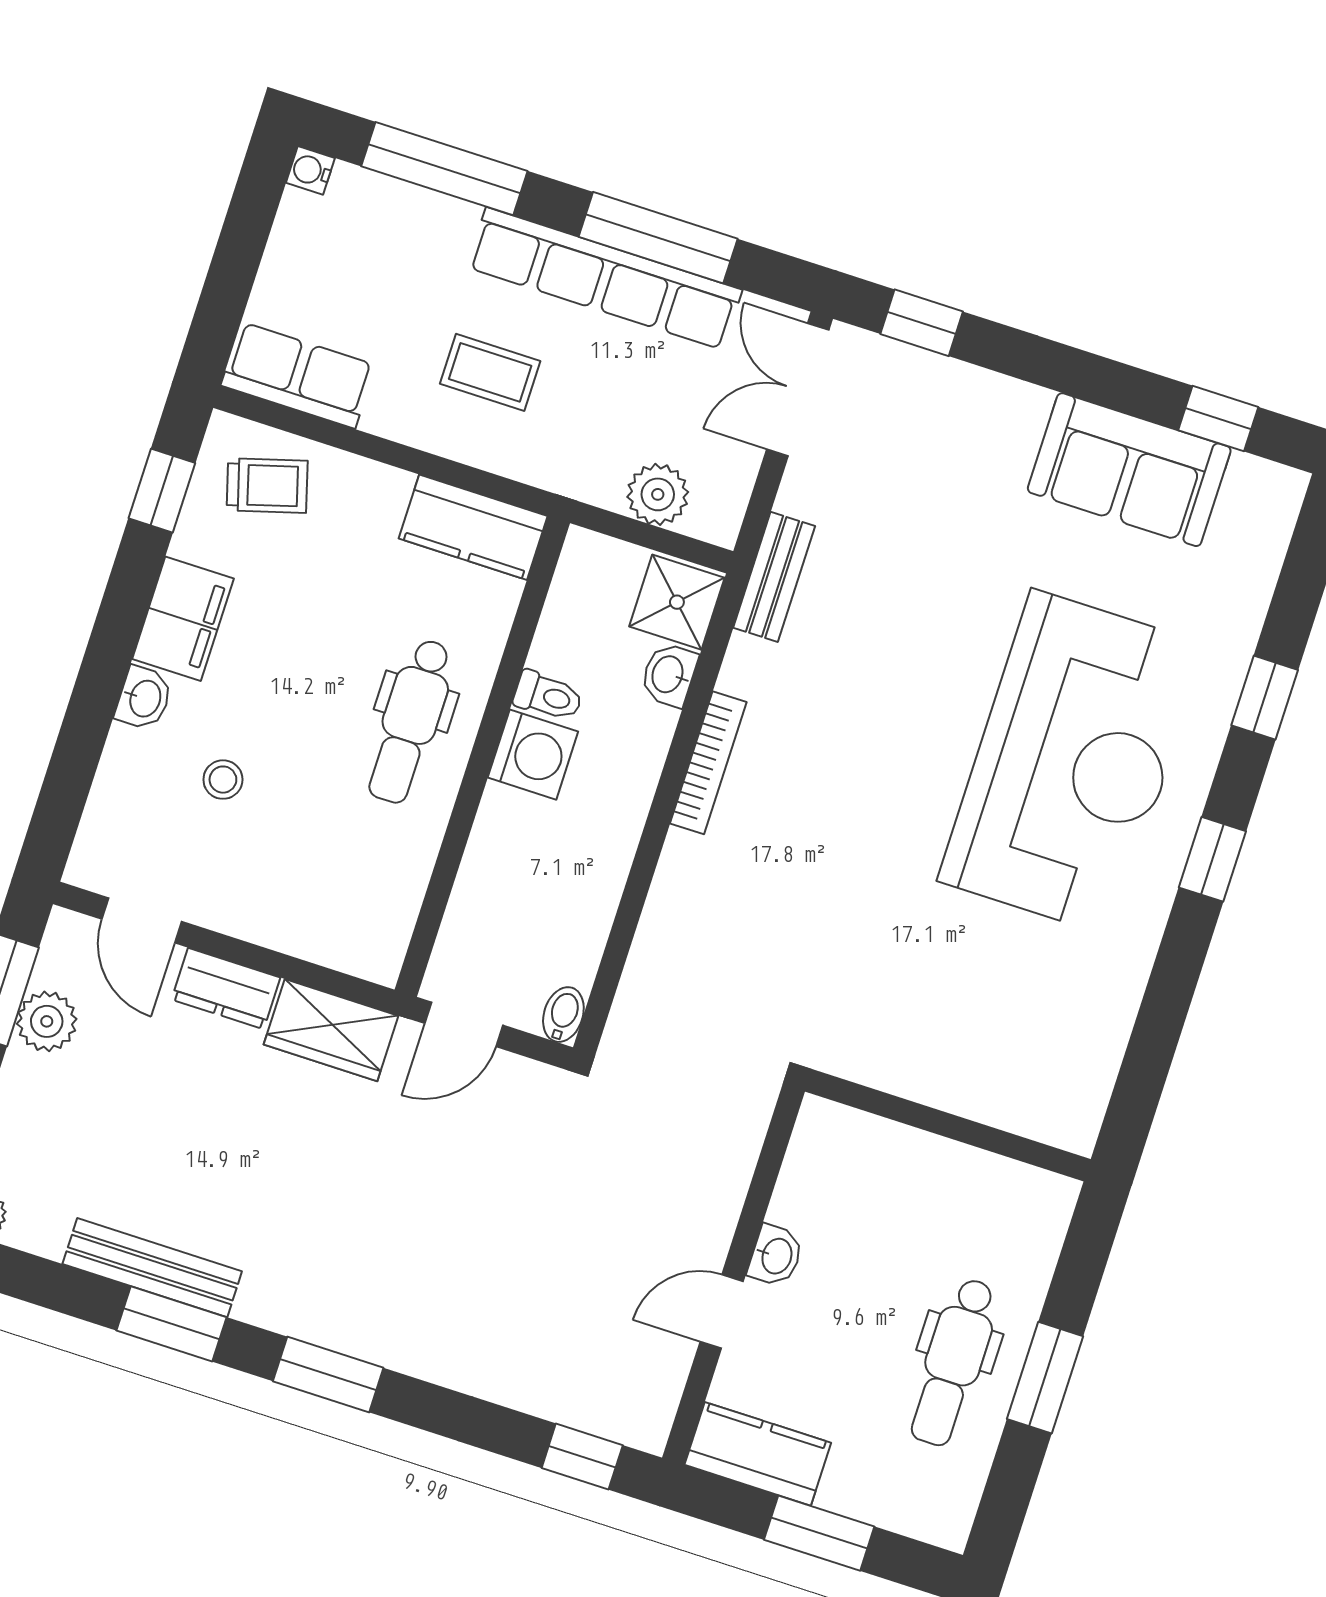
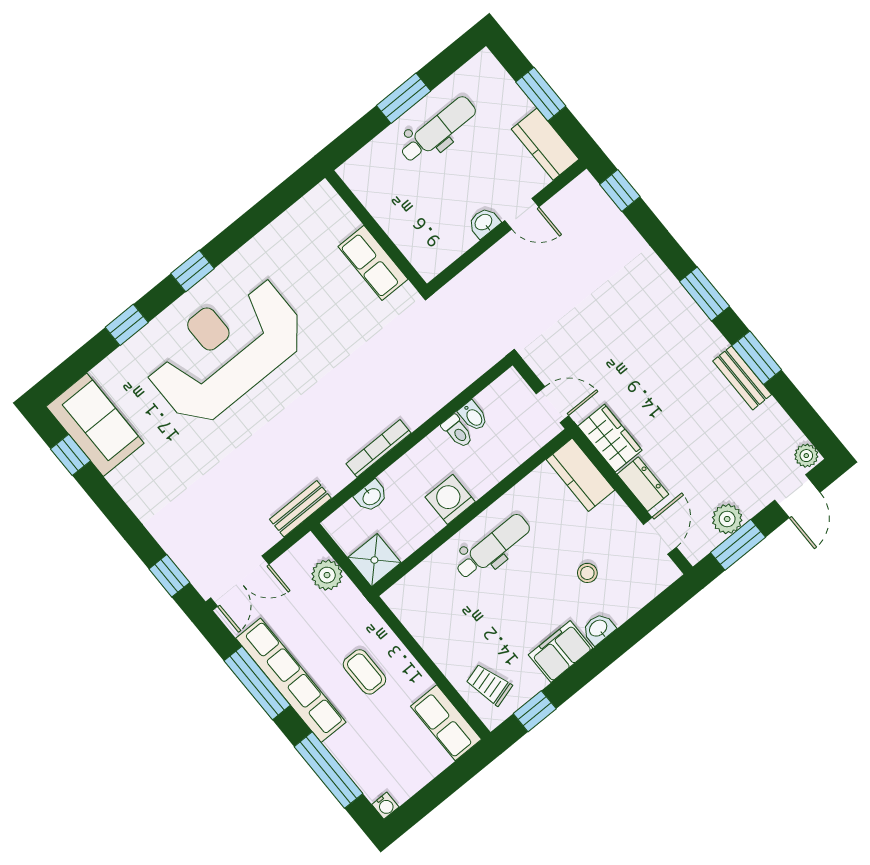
sofa: (1129, 470) -> (95, 425), moved
kitchen counter: (473, 527) -> (580, 475), moved, turned 180
shower: (677, 602) -> (374, 560), moved
toilet: (548, 696) -> (457, 431), moved, turned 180
bidet: (563, 1015) -> (473, 416), moved, turned -90
row of seats: (918, 1068) -> (373, 263), added
bench: (152, 1268) -> (742, 378), width x0.73

